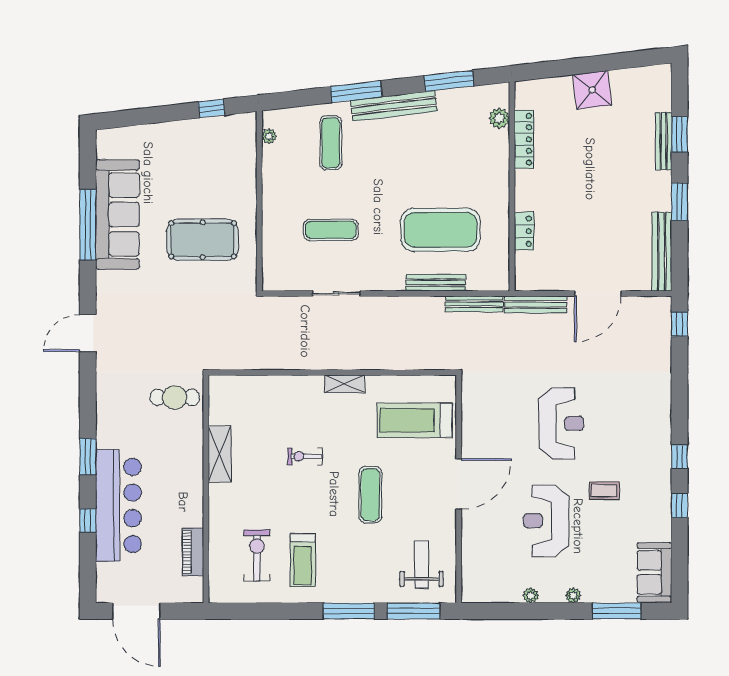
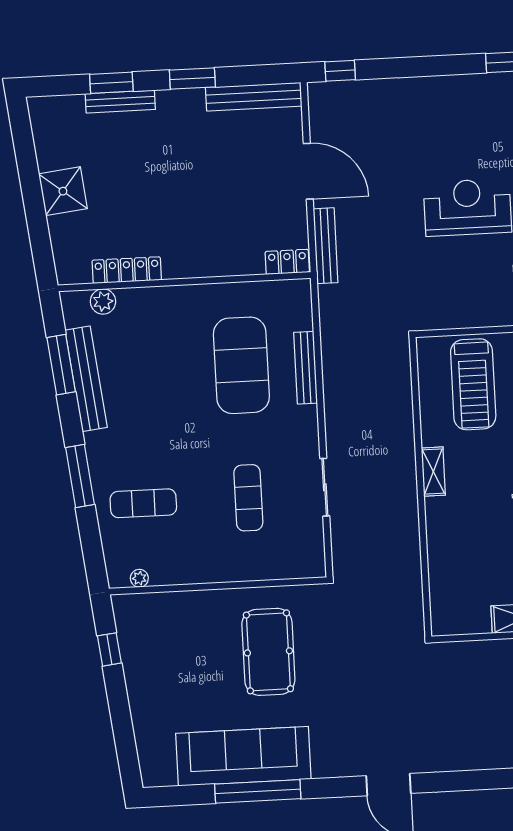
bench: (394, 106) -> (86, 379), moved
locker: (524, 231) -> (287, 262), moved
bench: (474, 304) -> (329, 320), removed
cafe table: (175, 397) -> (461, 676), removed

